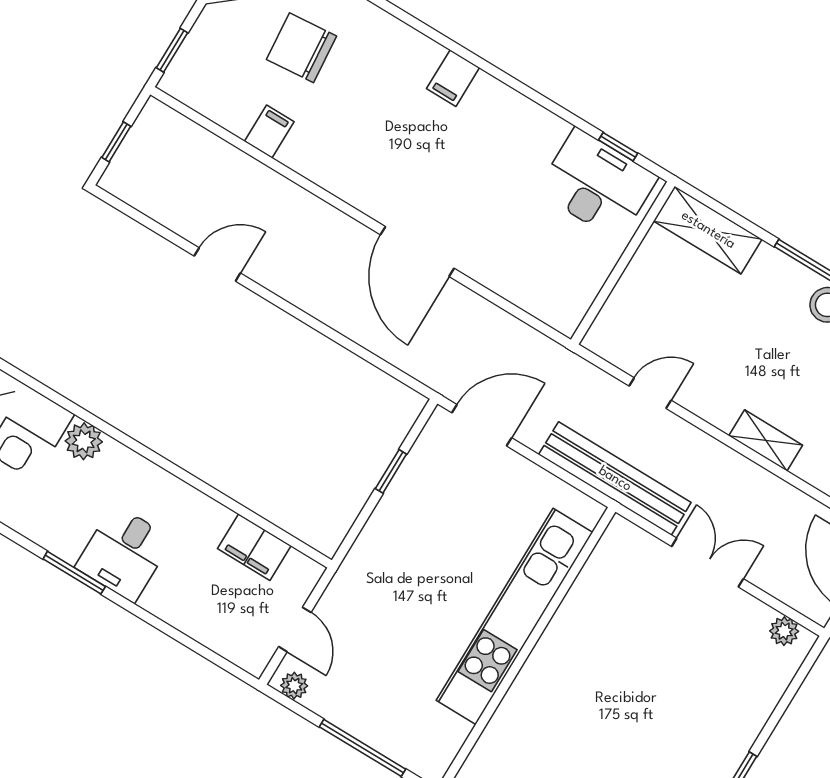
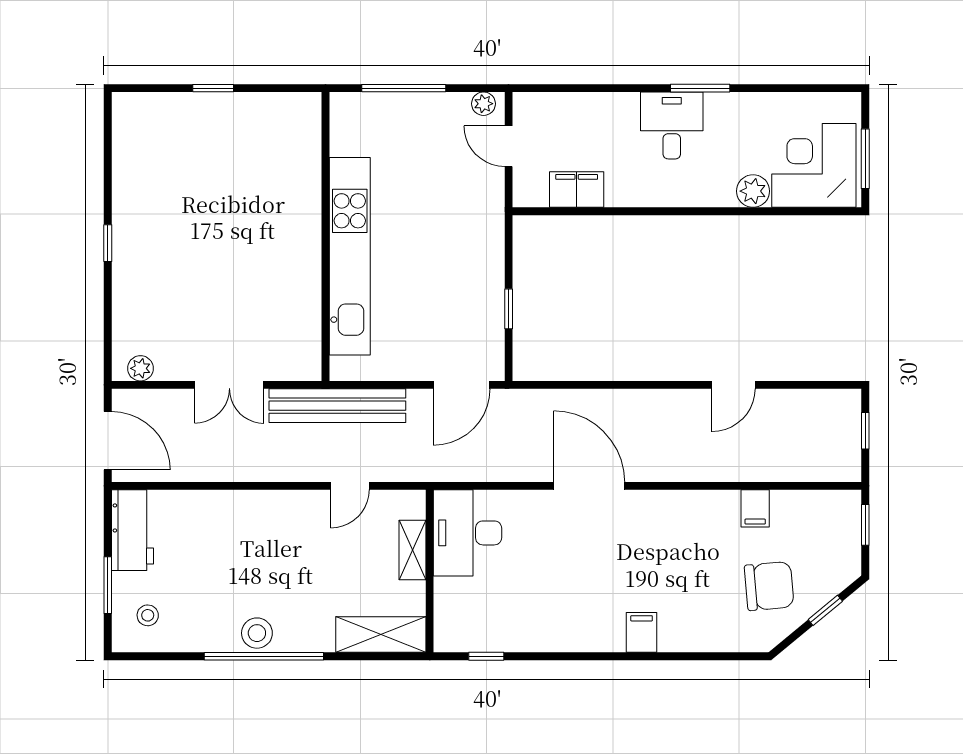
desk: (597, 184) -> (467, 533), moved, turned 90
shelving: (766, 440) -> (412, 550), moved, turned 90

